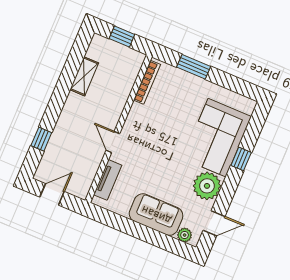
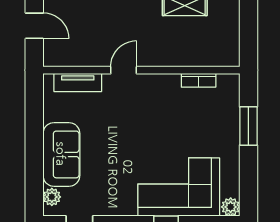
window: (122, 36) -> (248, 29), removed
bookcase: (147, 82) -> (199, 80), width x0.64
plant: (207, 186) -> (231, 207), moved, width x0.53, depth x0.53

